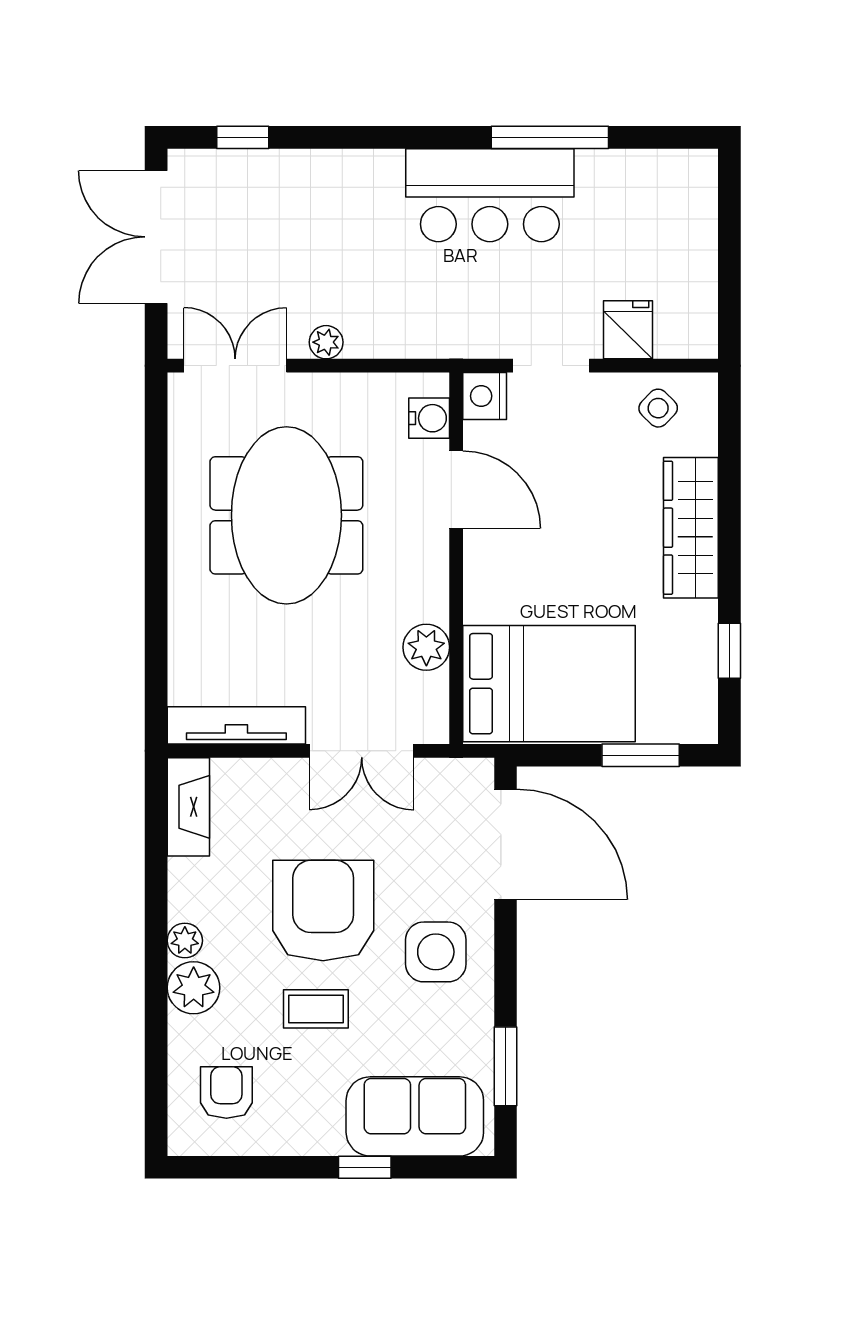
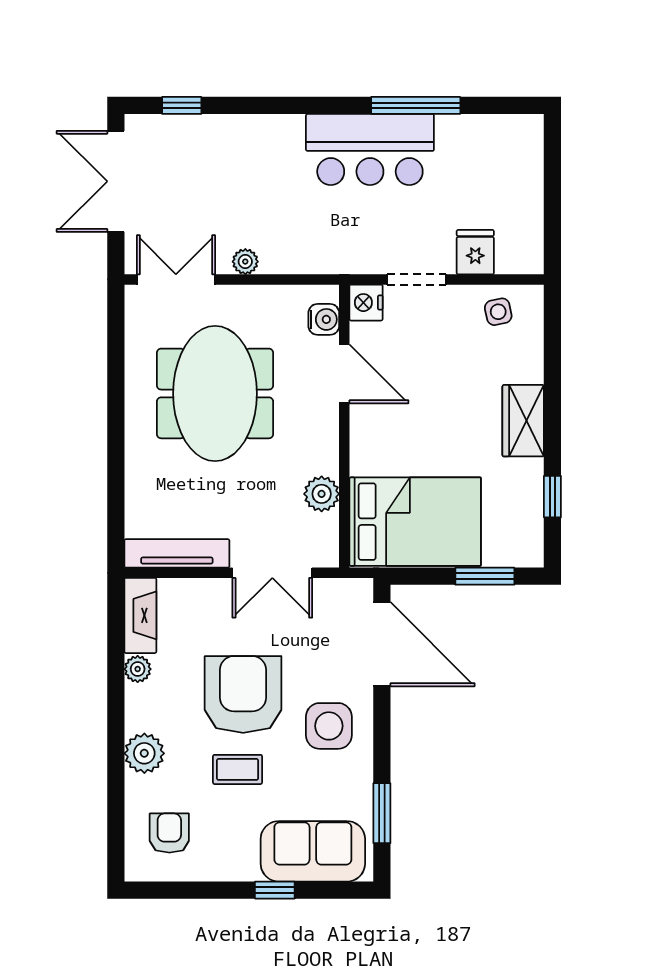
side table: (658, 408) -> (498, 312), turned 34
wardrobe: (691, 528) -> (523, 421), width x0.67
plant: (185, 941) -> (138, 669), moved

